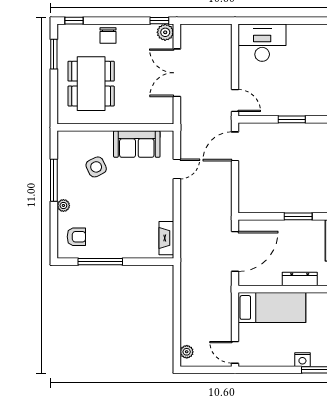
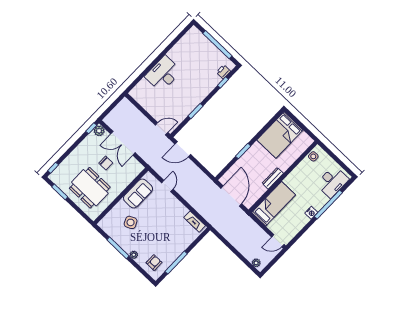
chair: (108, 36) -> (106, 163), moved
desk: (262, 43) -> (163, 74), moved
door: (235, 146) -> (183, 149), hinge flipped

